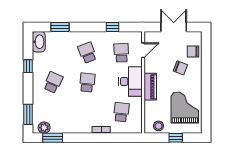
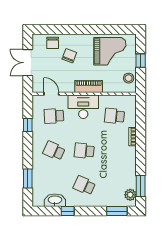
washbasin: (39, 42) -> (55, 200), moved
school desk: (87, 53) -> (54, 151), turned 45
grand piano: (185, 108) -> (110, 51), turned 180

